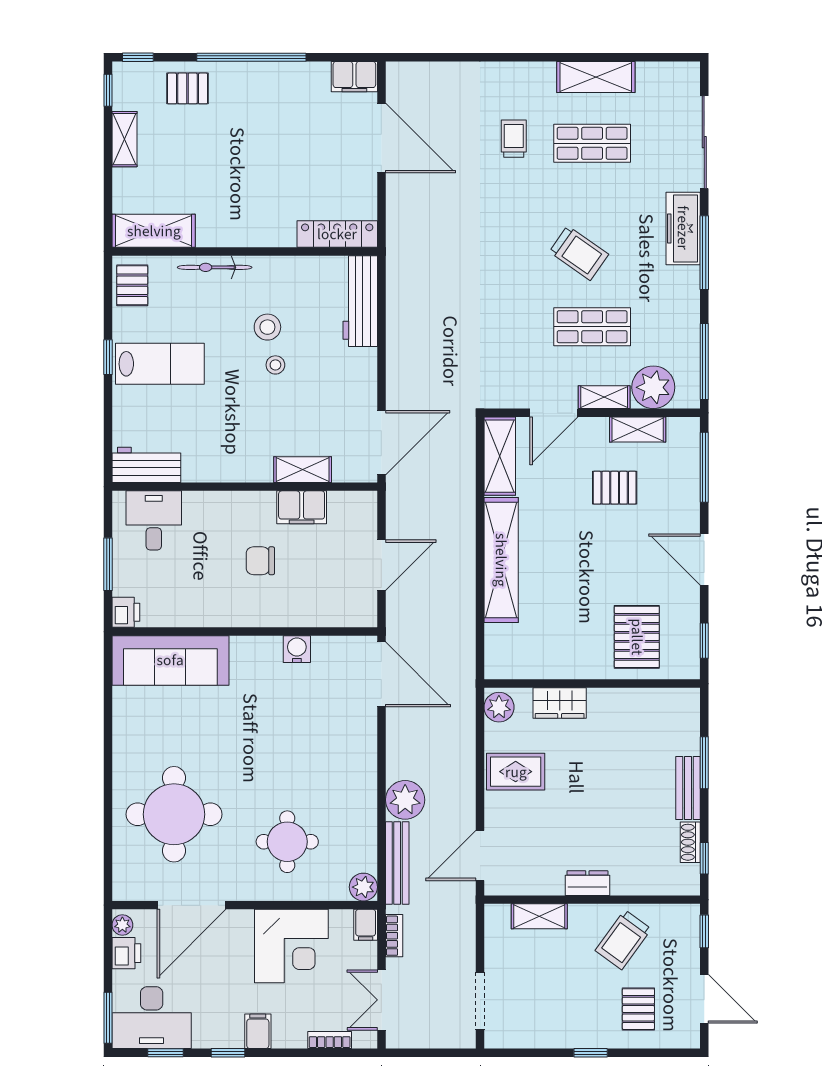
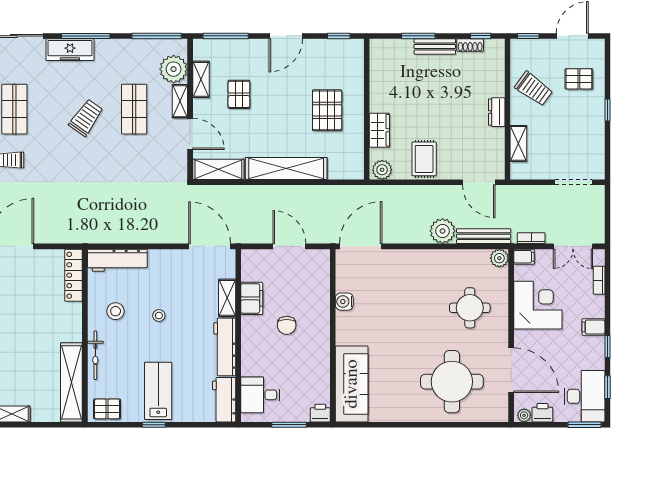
shelving: (154, 231) -> (71, 382), width x1.47
stool: (267, 327) -> (116, 311), moved
workbench: (227, 466) -> (225, 347), added
pallet: (637, 637) -> (327, 110), moved, turned 90

